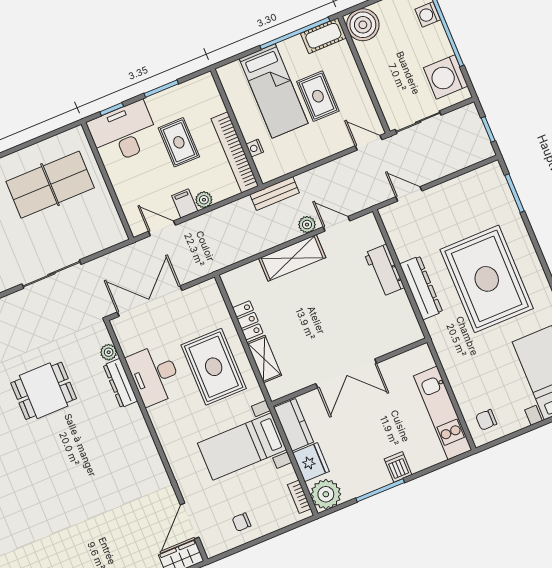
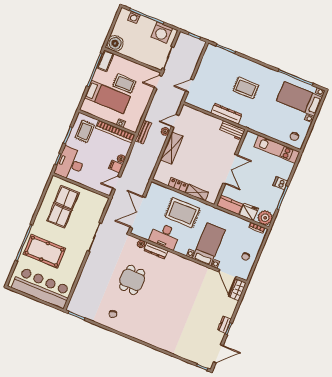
rug: (179, 142) -> (85, 131), moved, turned 90
workbench: (384, 270) -> (232, 130), moved
rug: (487, 279) -> (246, 88), width x0.54, depth x0.49
bed with nightstands: (242, 447) -> (209, 244), moved, turned 180

